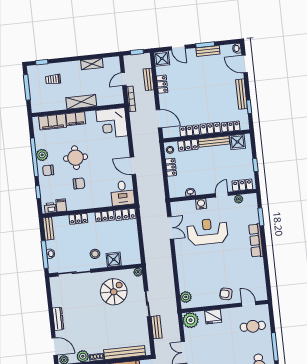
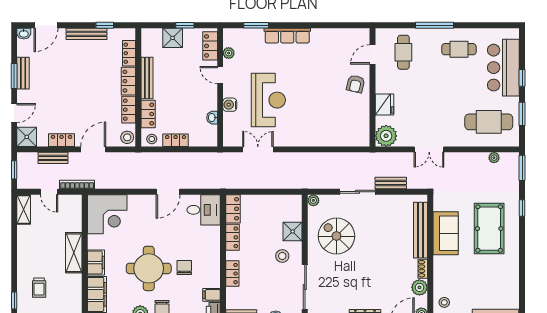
shelving: (92, 64) -> (24, 209), moved
door: (159, 119) -> (93, 149), moved
stool: (169, 132) -> (127, 137), added
shower: (237, 142) -> (173, 38), moved
round table: (76, 158) -> (149, 268), width x1.36, depth x1.36
reception desk: (207, 232) -> (268, 100), turned 180
plant: (186, 297) -> (354, 139), removed

